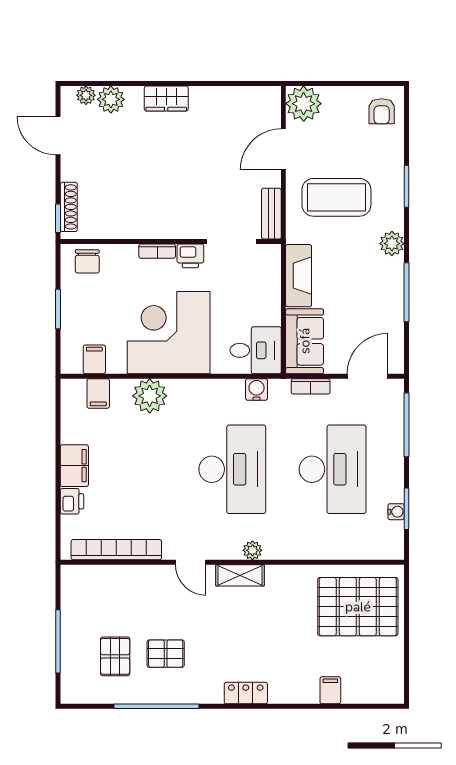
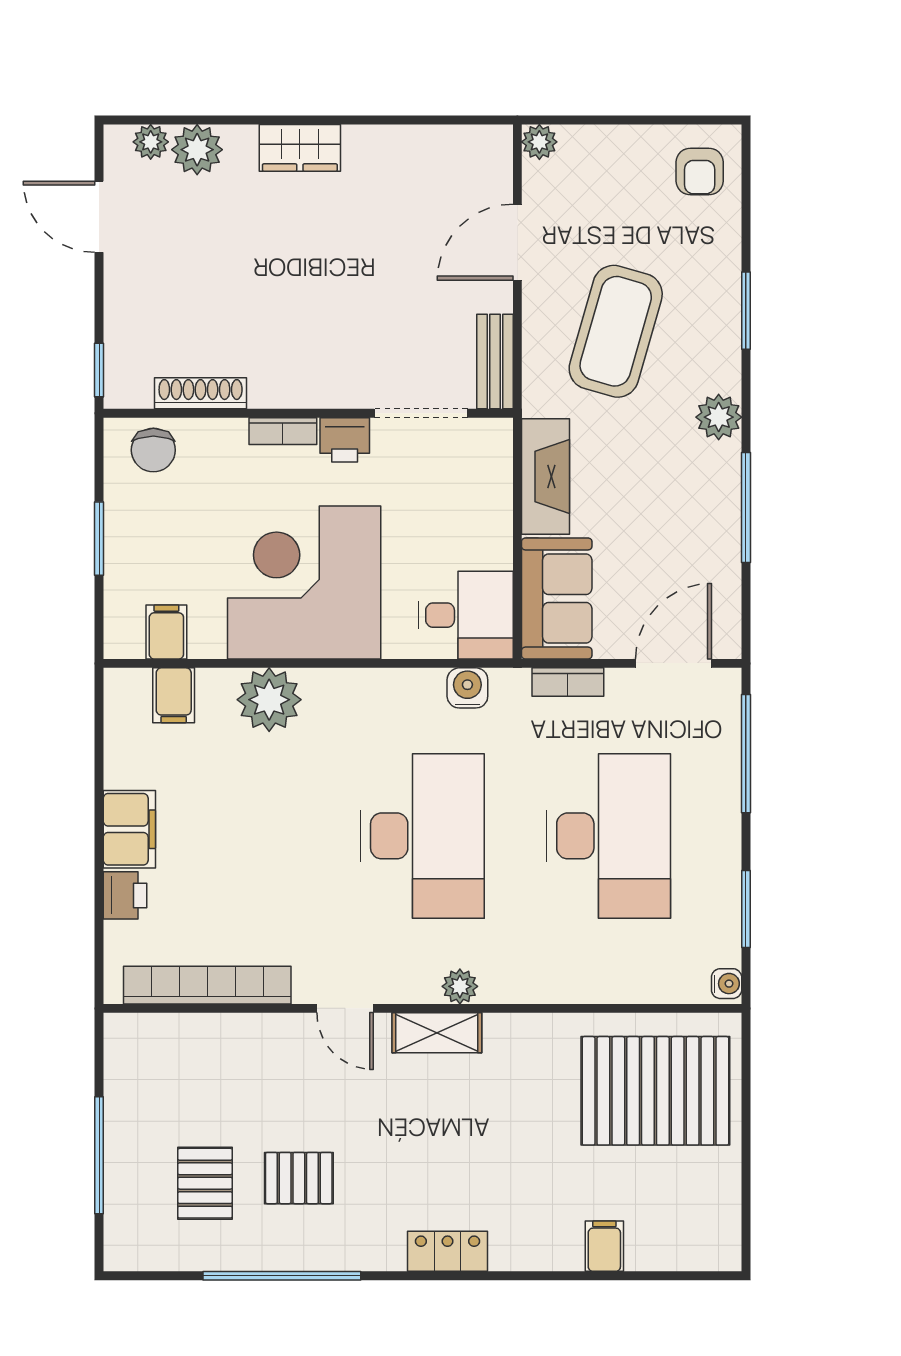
plant: (304, 104) -> (539, 142), width x0.53, depth x0.53
coffee table: (336, 197) -> (616, 331), turned -74
shoe rack: (69, 207) -> (201, 393), moved, turned -90
water cooler: (396, 512) -> (727, 984), moved

